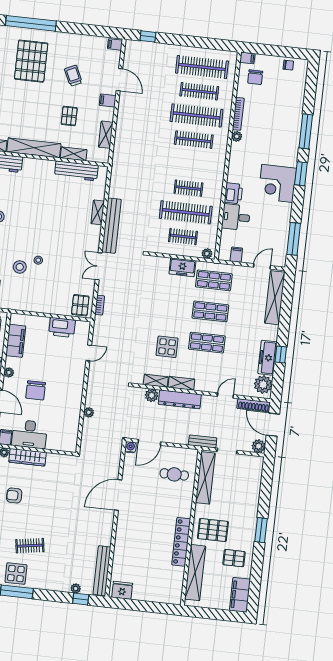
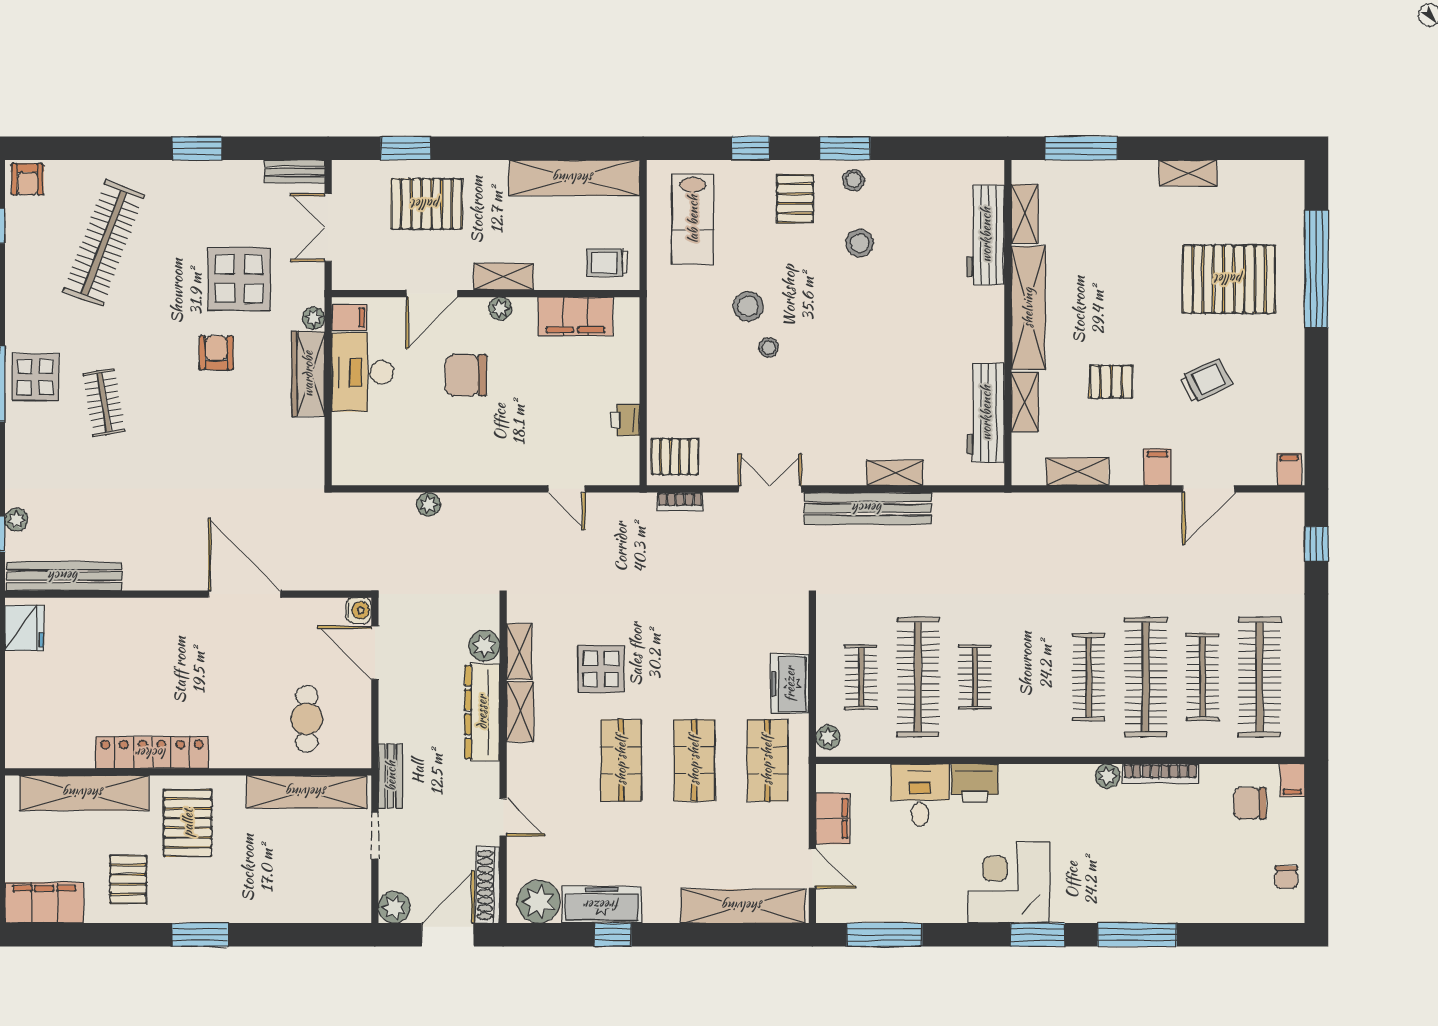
filing cabinet: (236, 255) -> (833, 819), width x2.00
printer: (62, 327) -> (625, 420), width x0.53, depth x0.68

